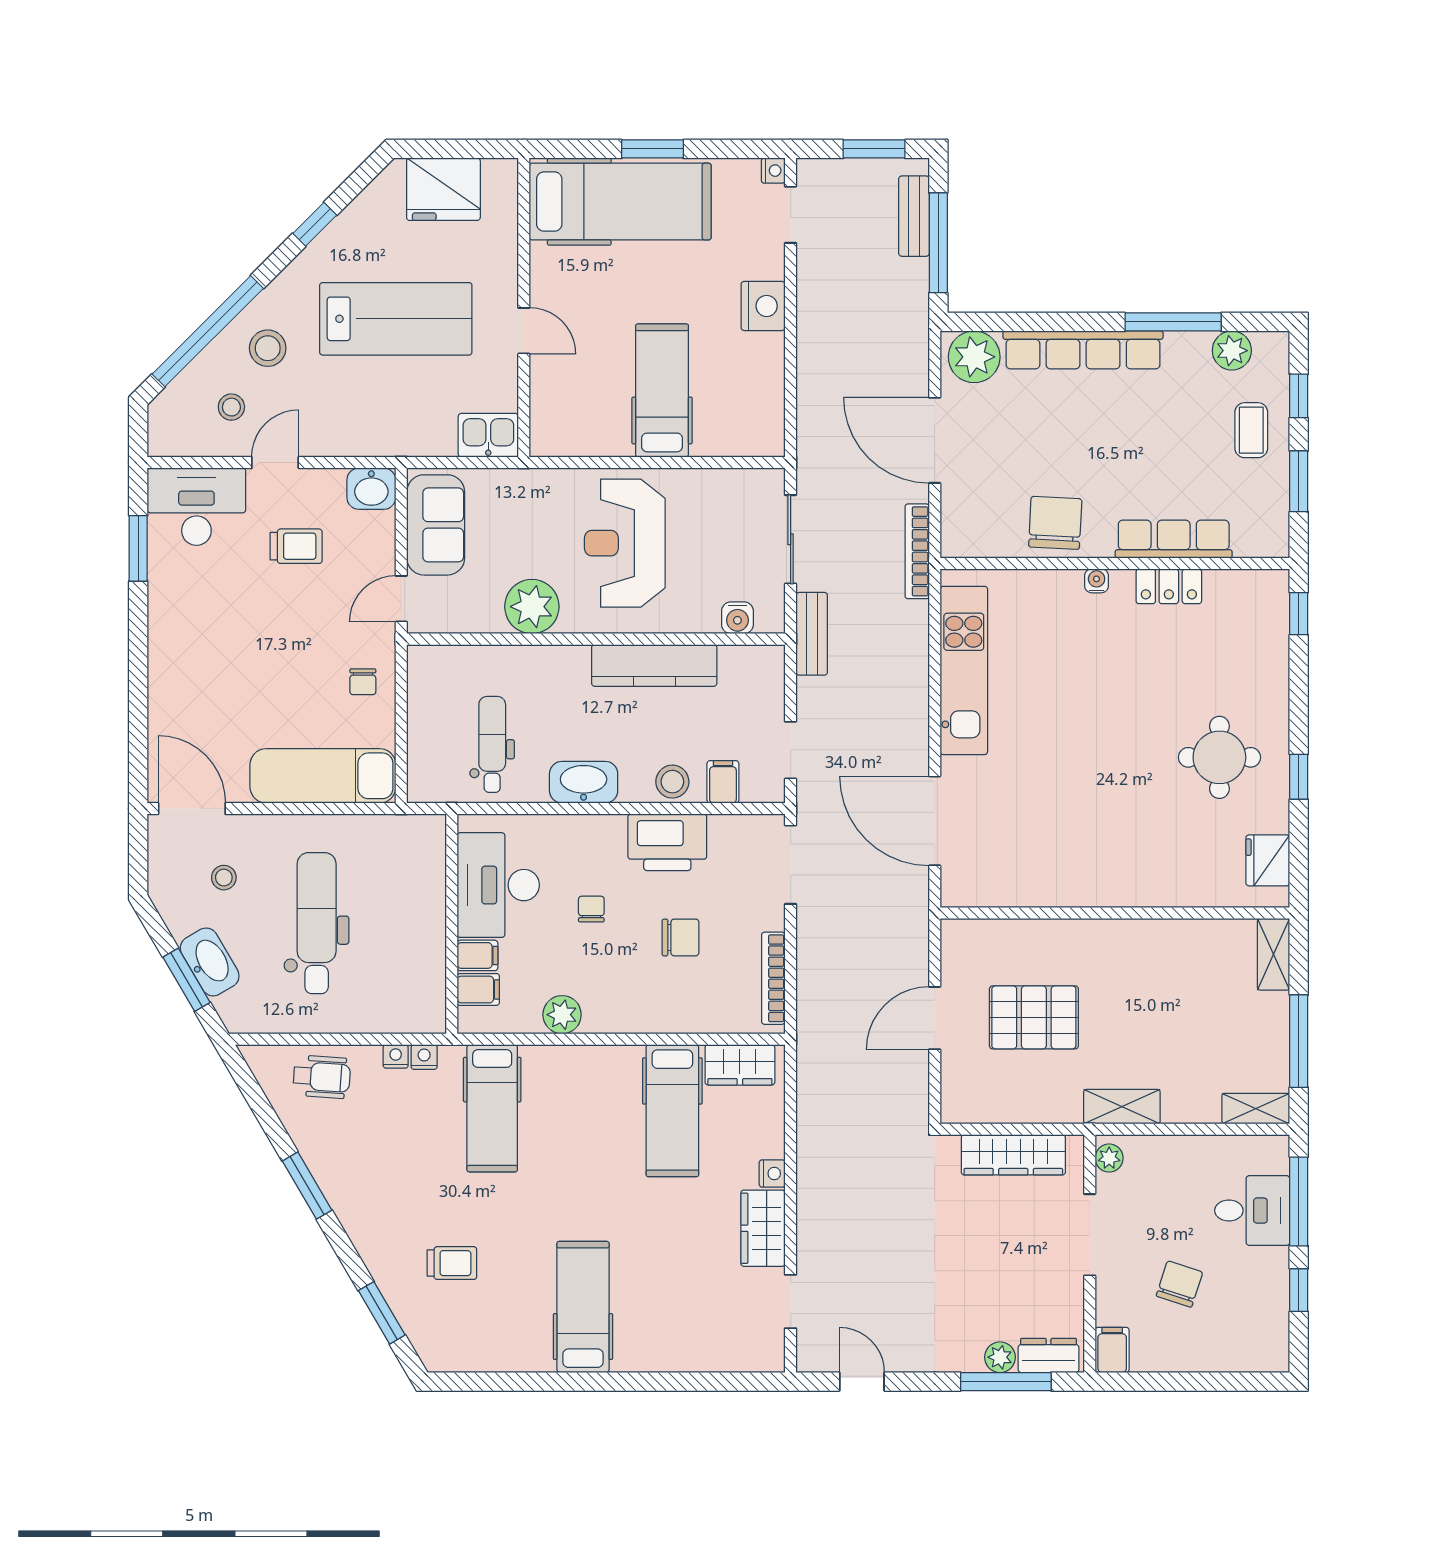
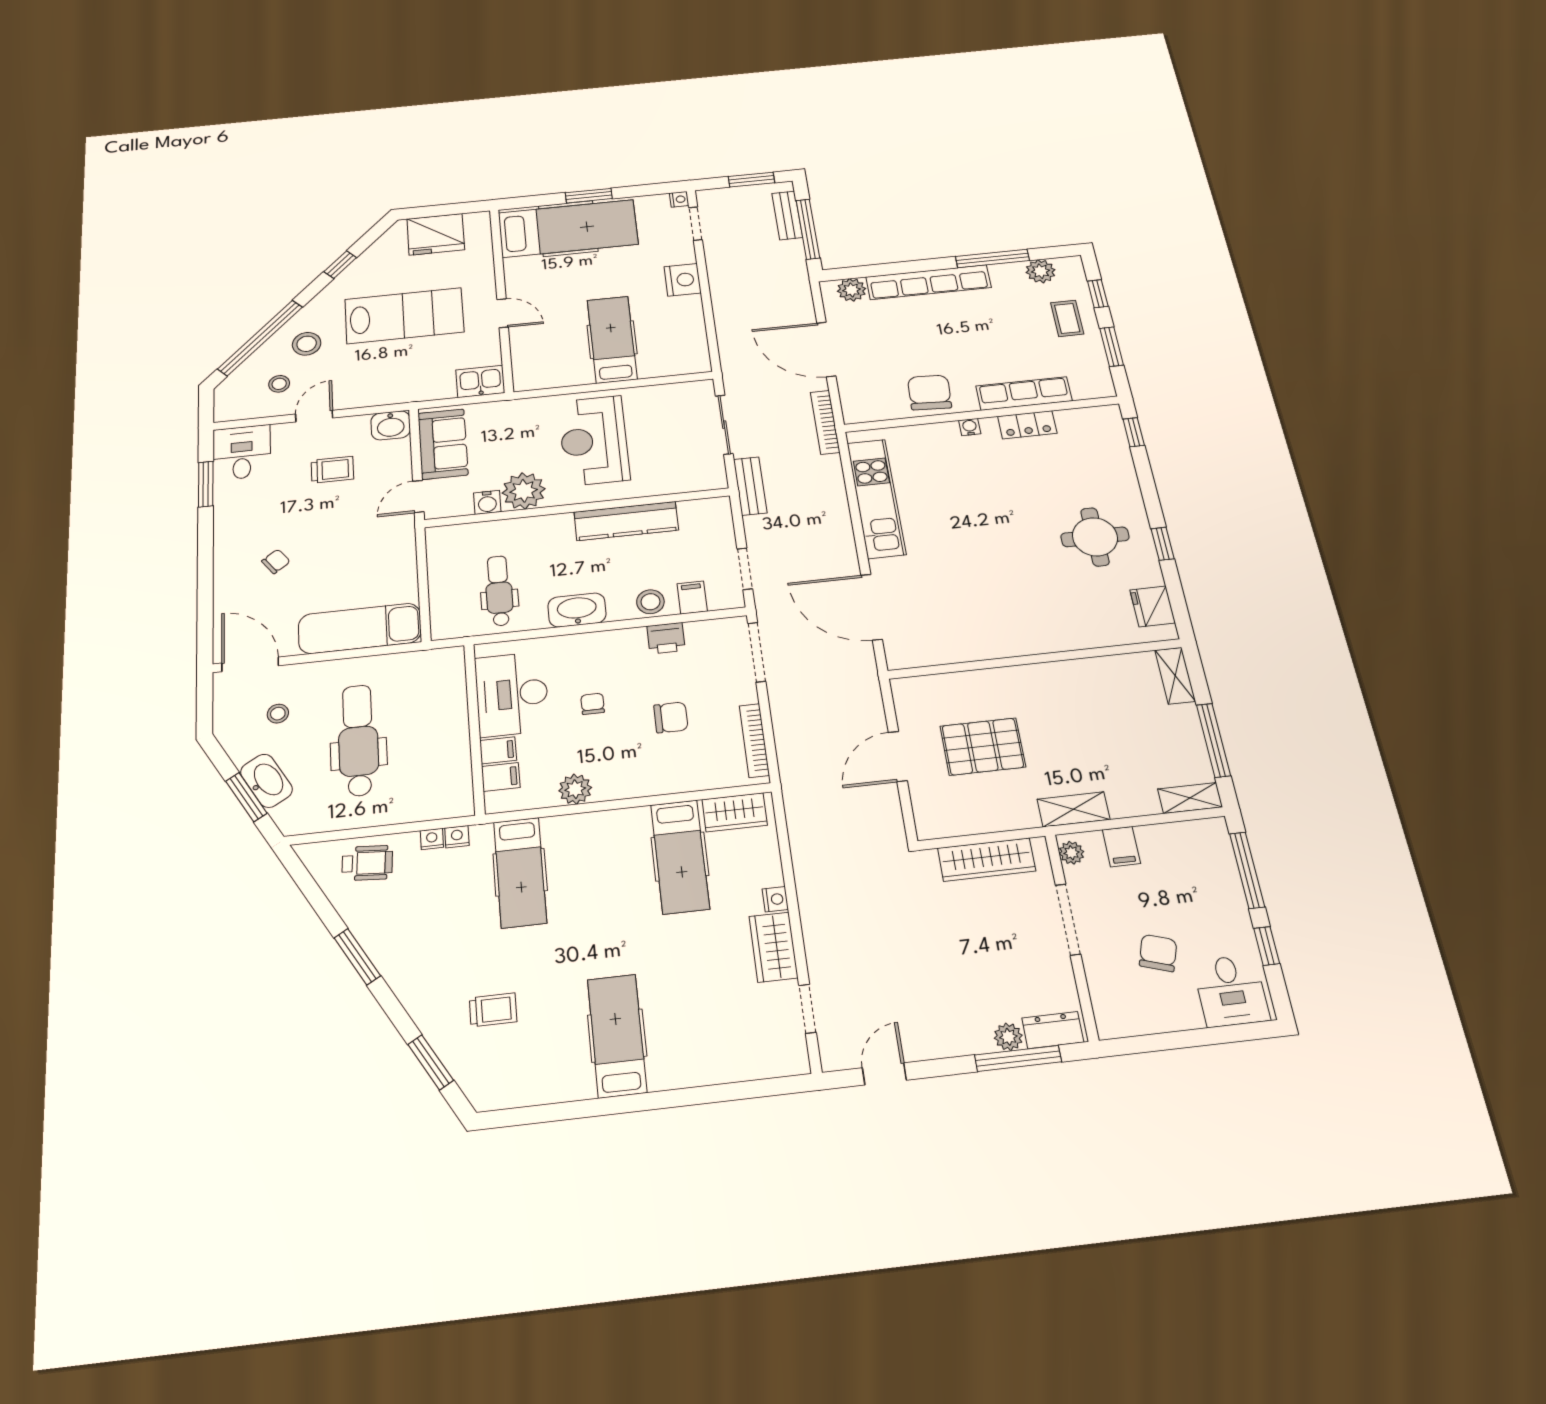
plant: (974, 357) -> (852, 290), width x0.73, depth x0.73
desk: (196, 507) -> (242, 453), width x0.73
water cooler: (737, 618) -> (487, 502), moved
chair: (363, 682) -> (276, 561), moved, turned -127
printer: (667, 842) -> (666, 638), width x0.53, depth x0.68
desk: (1252, 1211) -> (1231, 991), moved, turned 90
filing cabinet: (1112, 1350) -> (1121, 847), moved, turned 180
door: (862, 1382) -> (884, 1074), hinge flipped

